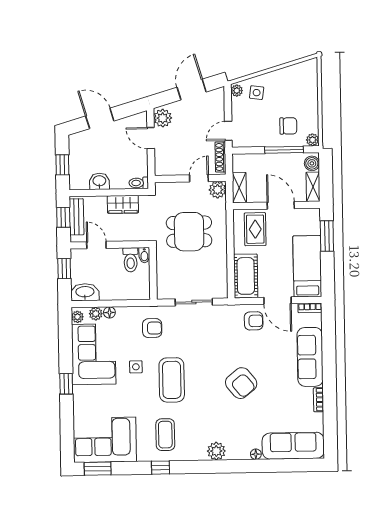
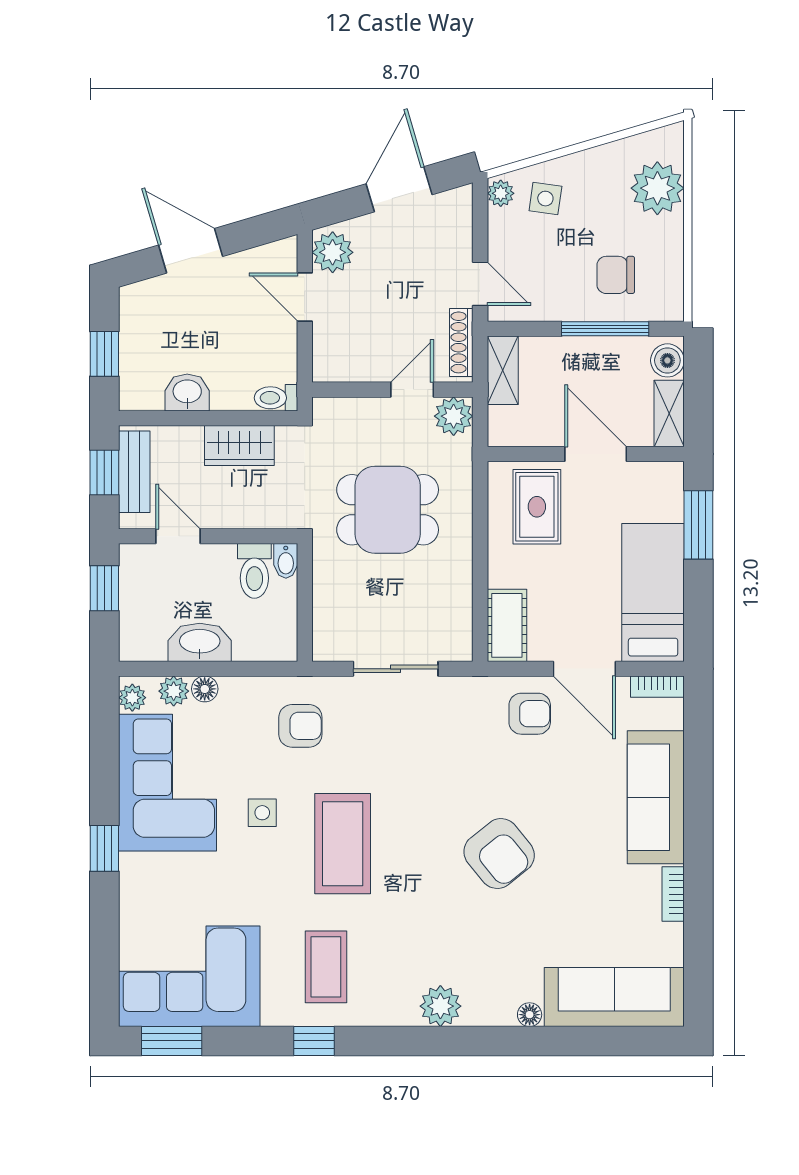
chair: (288, 126) -> (616, 275), turned 180
door: (228, 131) -> (480, 284), swing flipped
plant: (313, 140) -> (657, 188), moved, width x1.88, depth x1.88
shelving: (239, 188) -> (503, 370), moved
cot: (246, 276) -> (507, 625), width x0.73, depth x0.75
washbasin: (85, 292) -> (200, 642), moved

